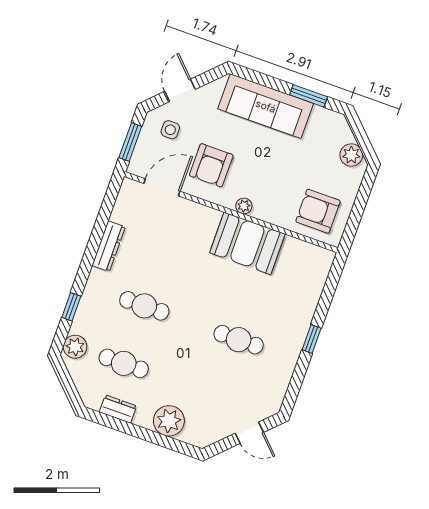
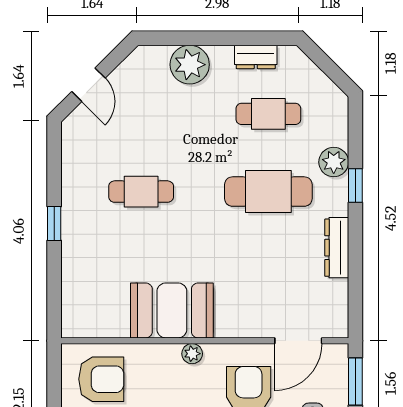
cafe table: (144, 306) -> (268, 192), width x1.37, depth x1.35
window: (71, 307) -> (355, 185), moved
plant: (75, 347) -> (334, 162), moved
door: (249, 433) -> (88, 85), swing flipped

